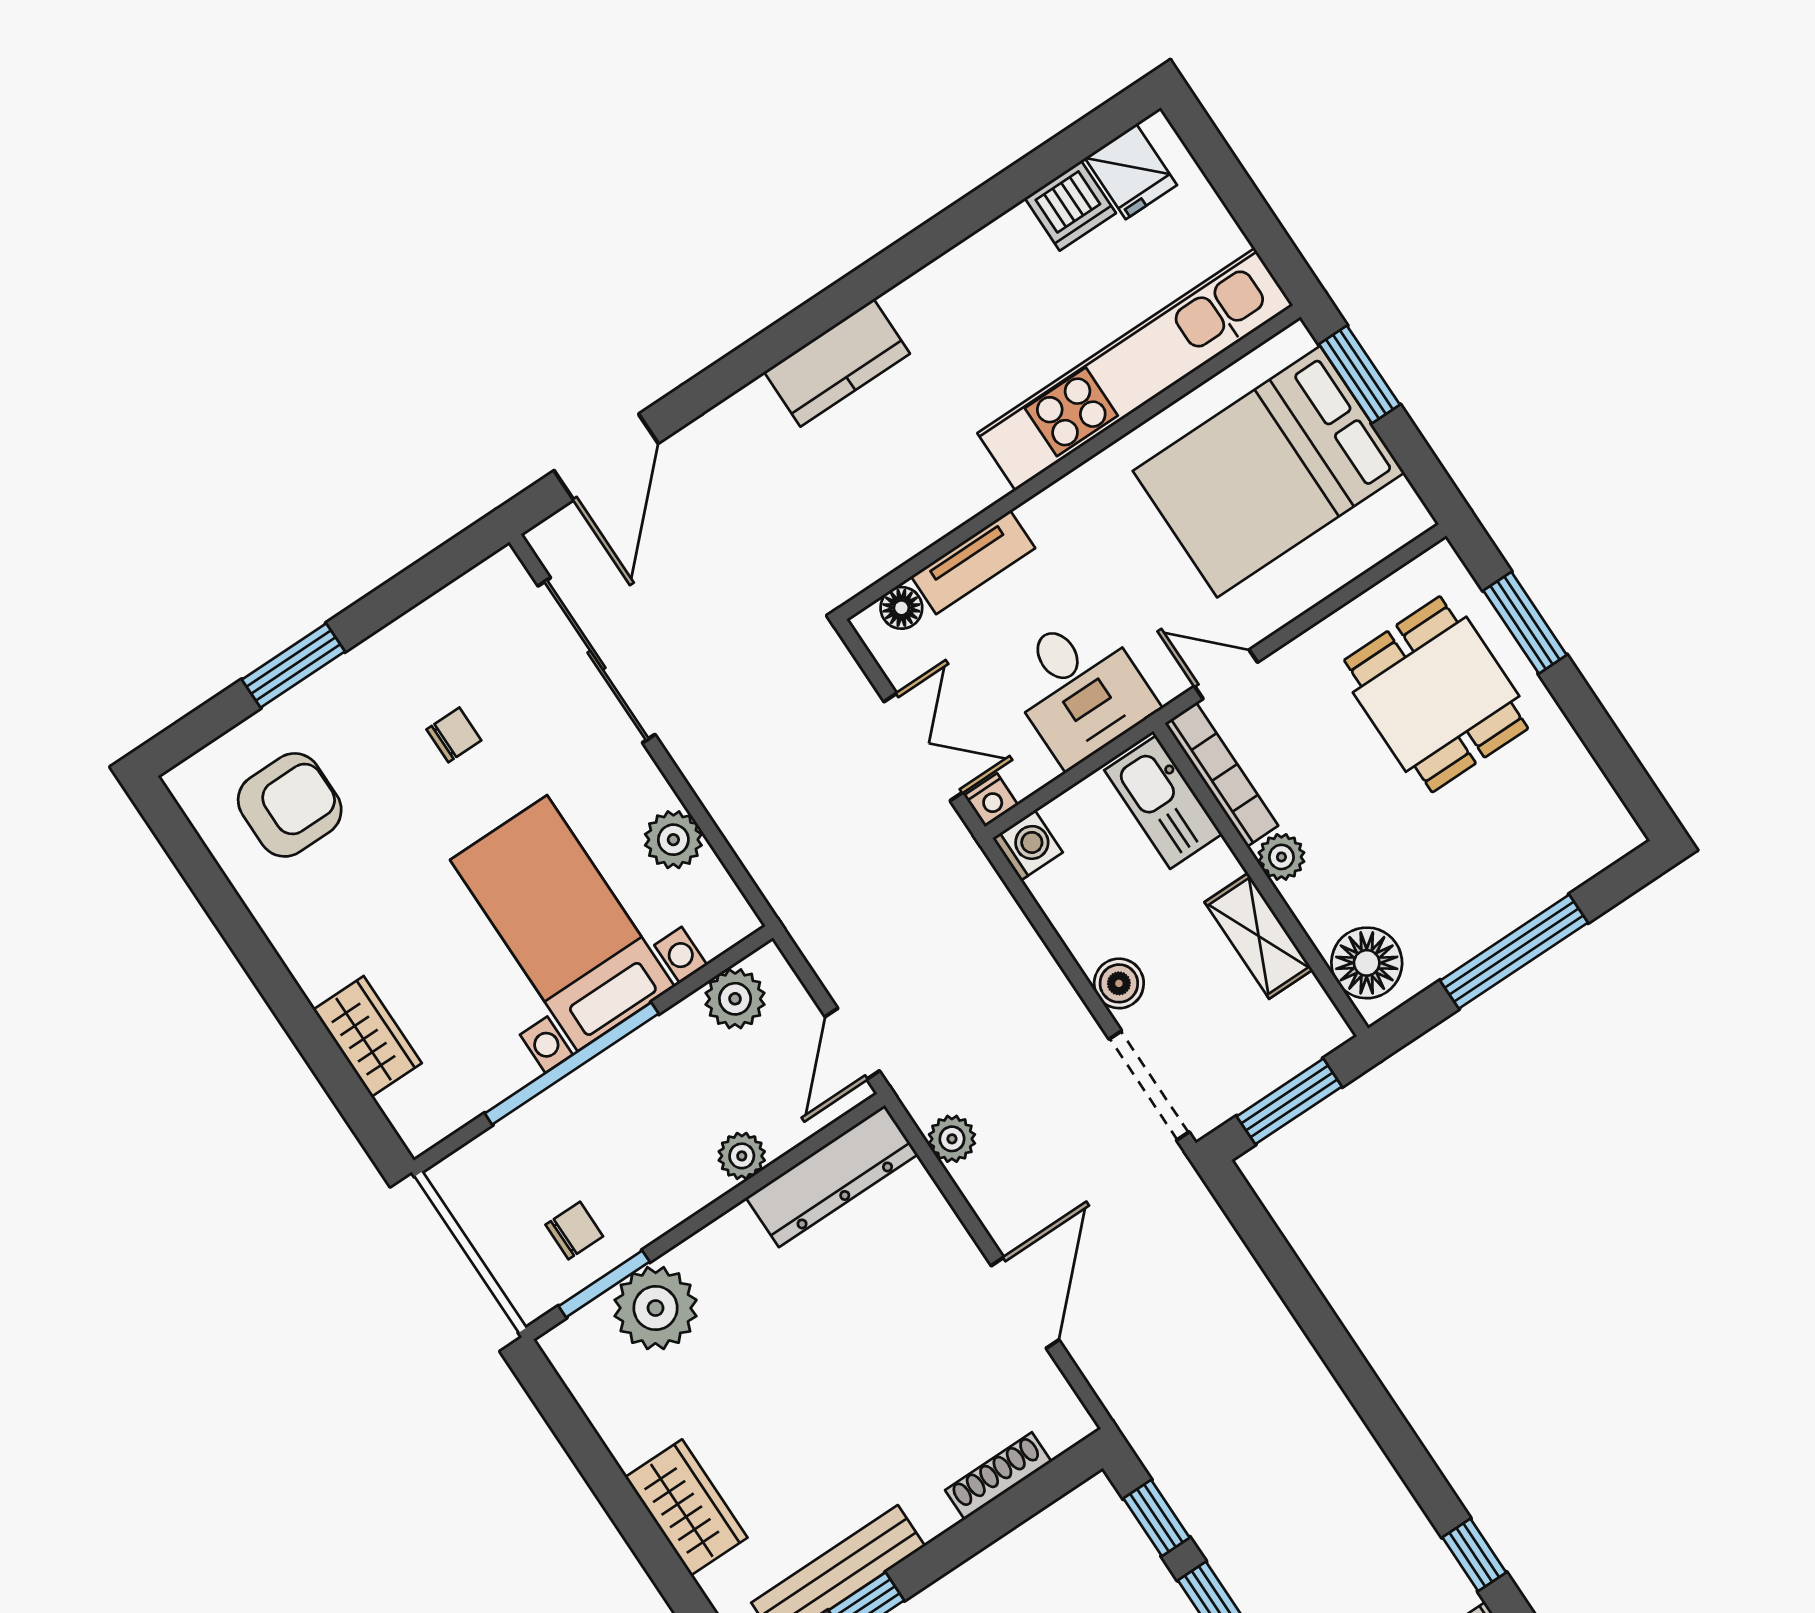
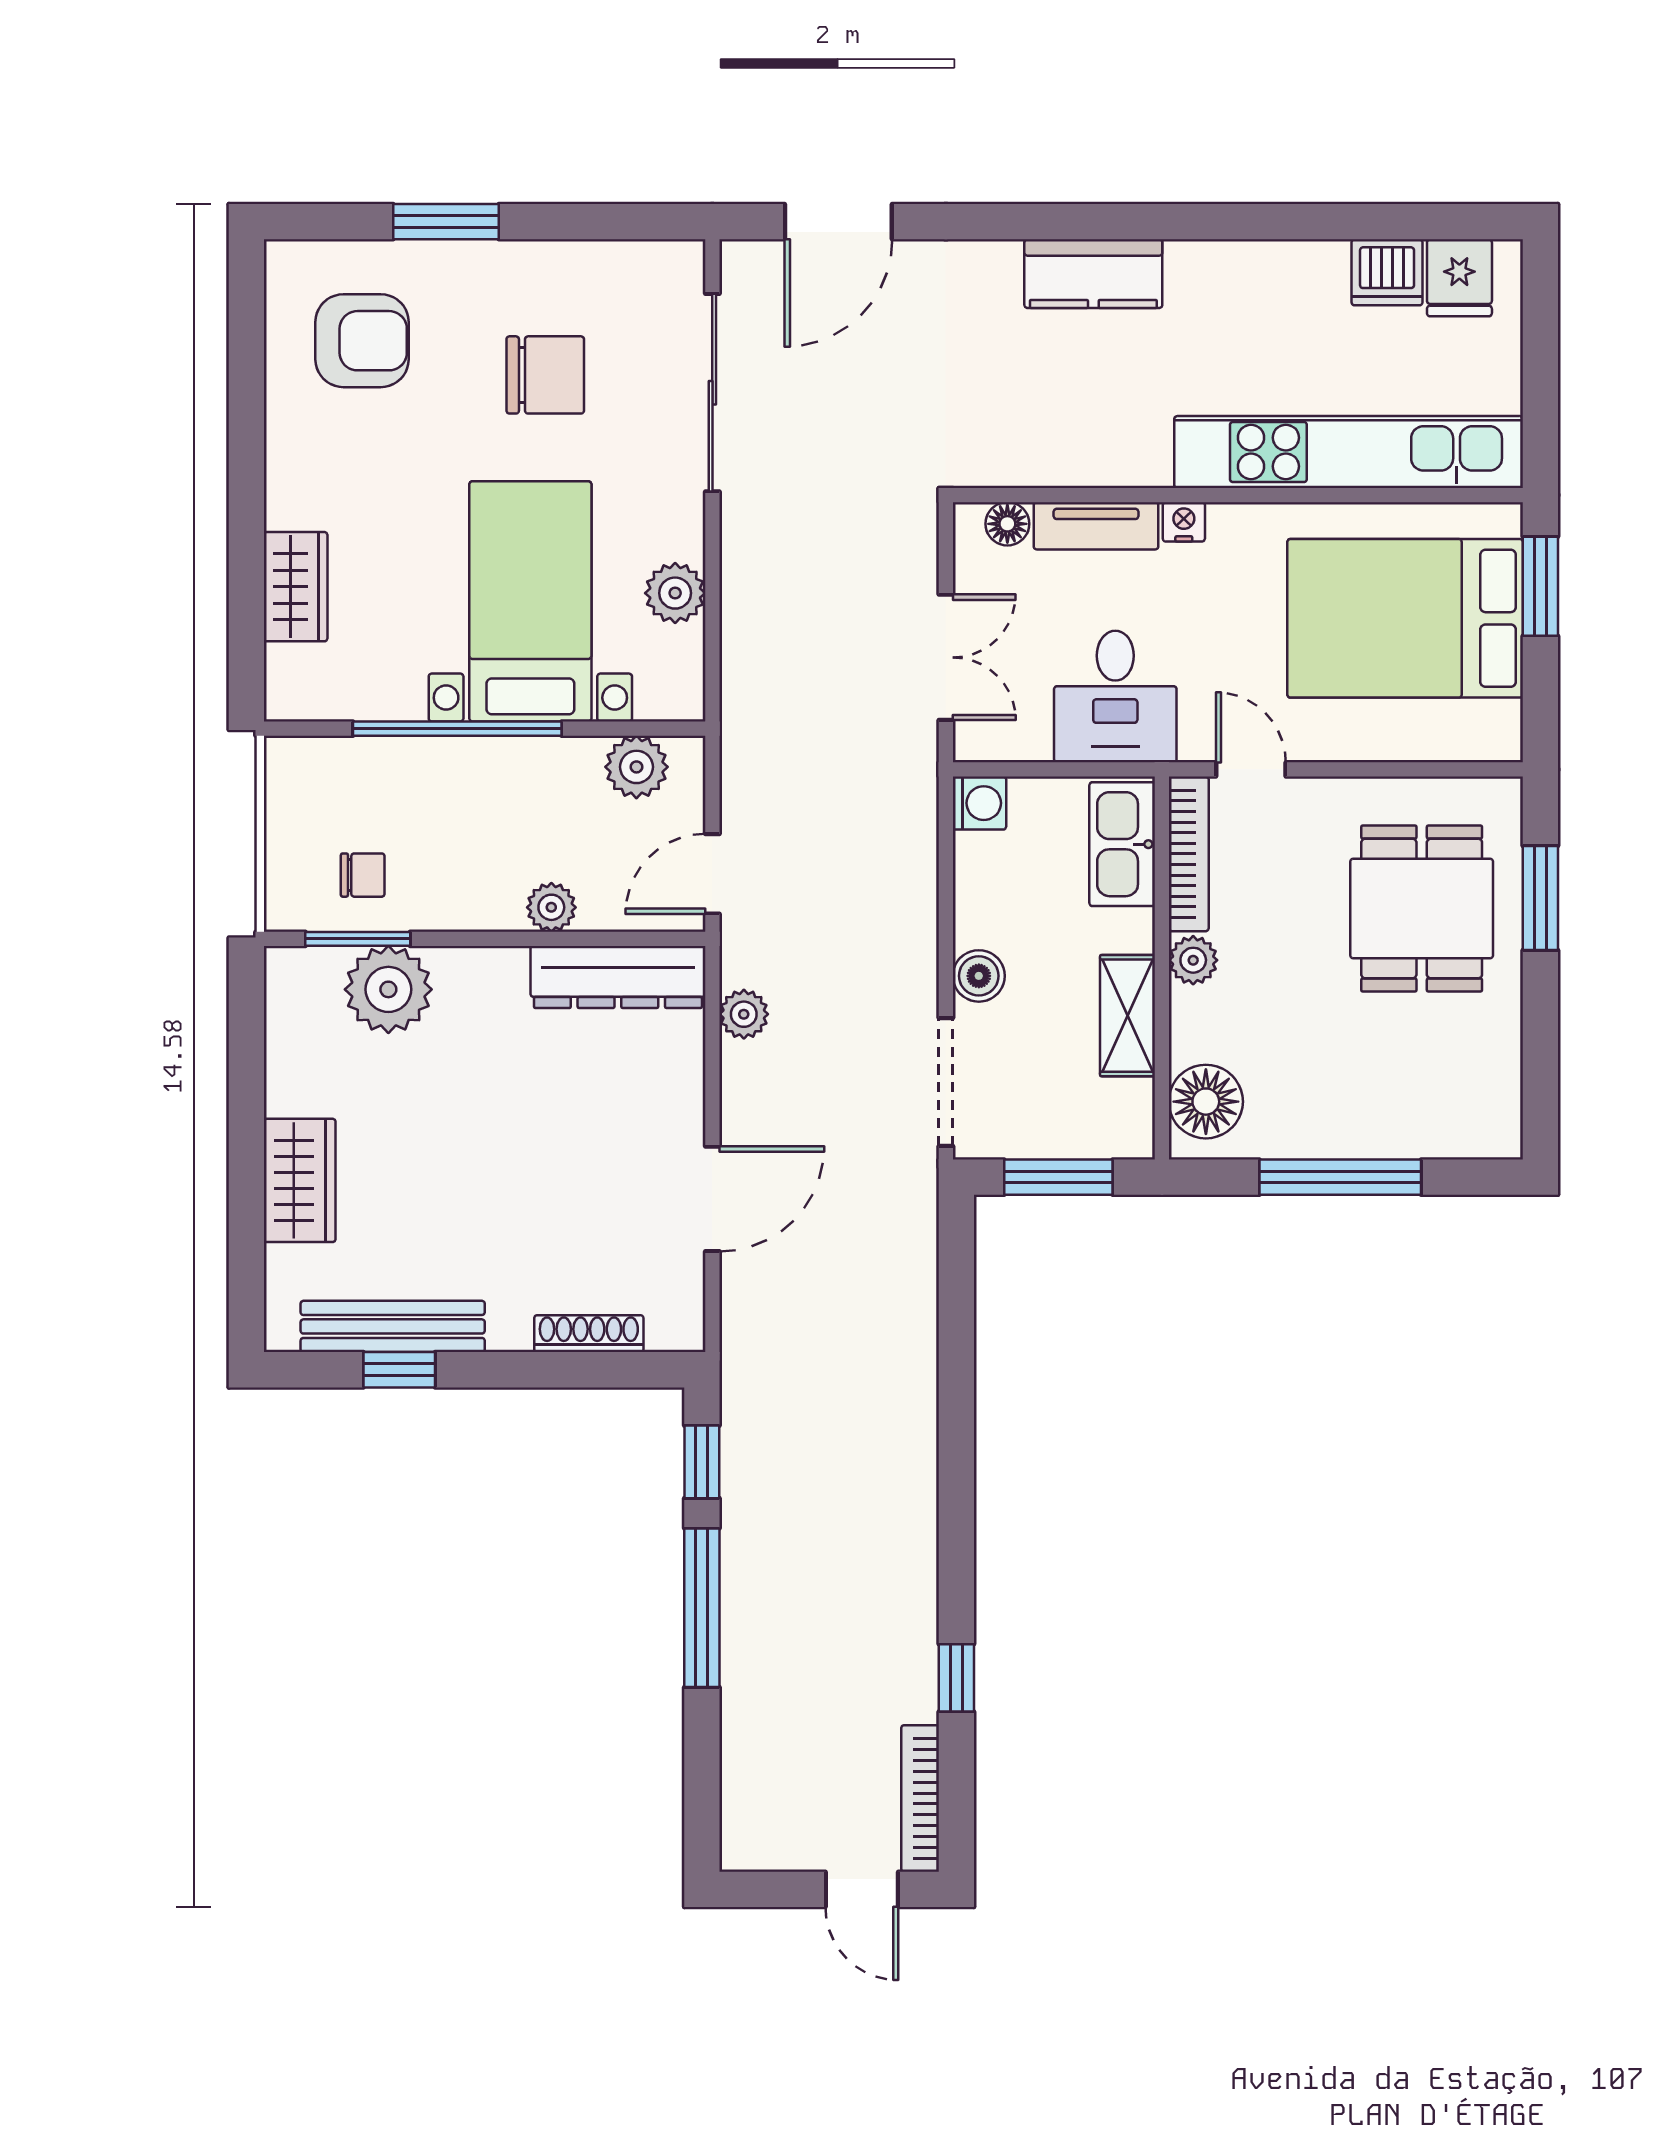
chair: (454, 735) -> (545, 375), width x1.87, depth x1.87
nightstand: (991, 800) -> (1184, 522), moved, turned 180

